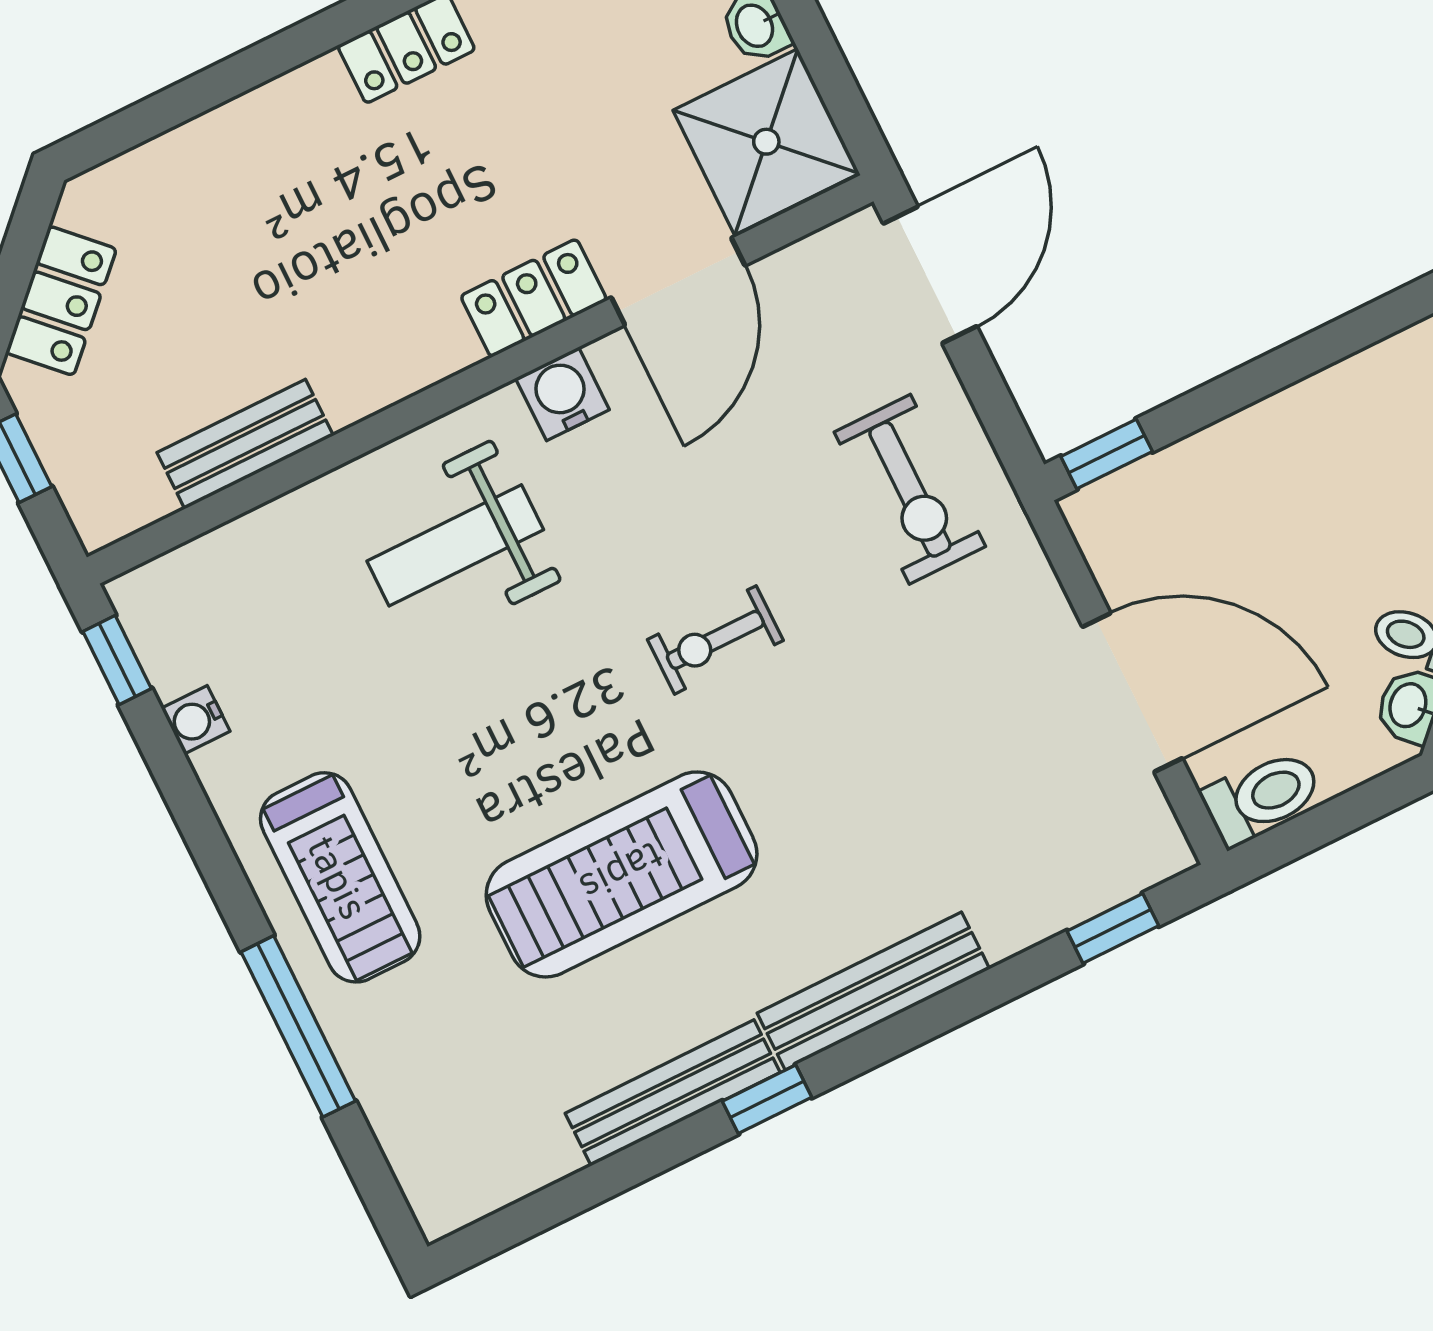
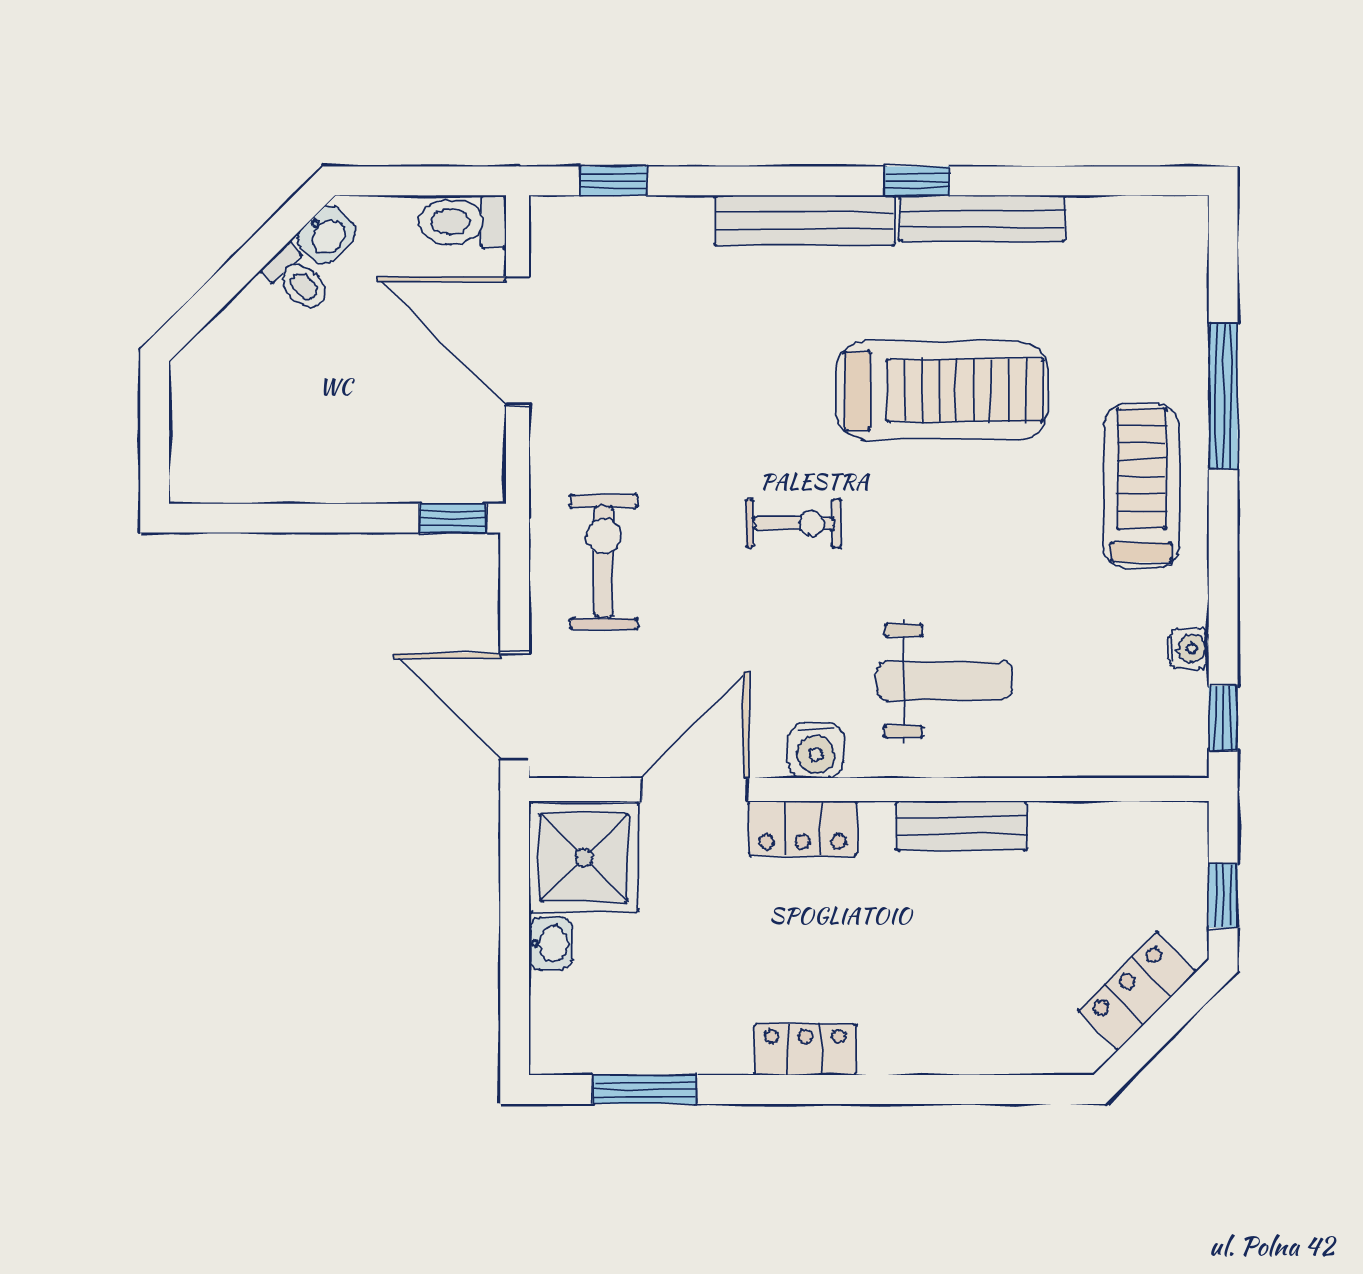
door: (930, 275) -> (515, 706), hinge flipped
bench: (245, 444) -> (962, 826), moved

